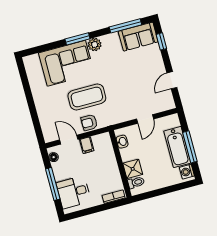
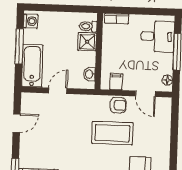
filing cabinet: (87, 145) -> (116, 82), moved
bathtub: (177, 147) -> (32, 66), moved

